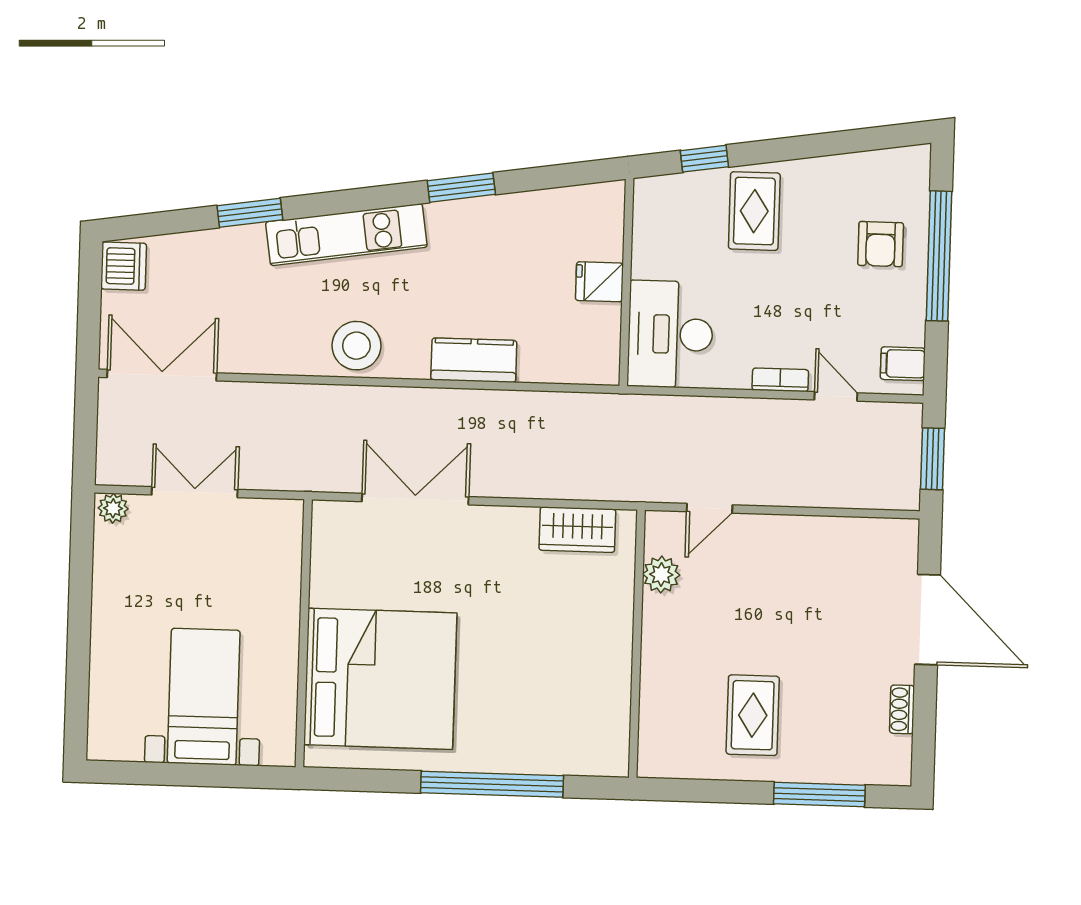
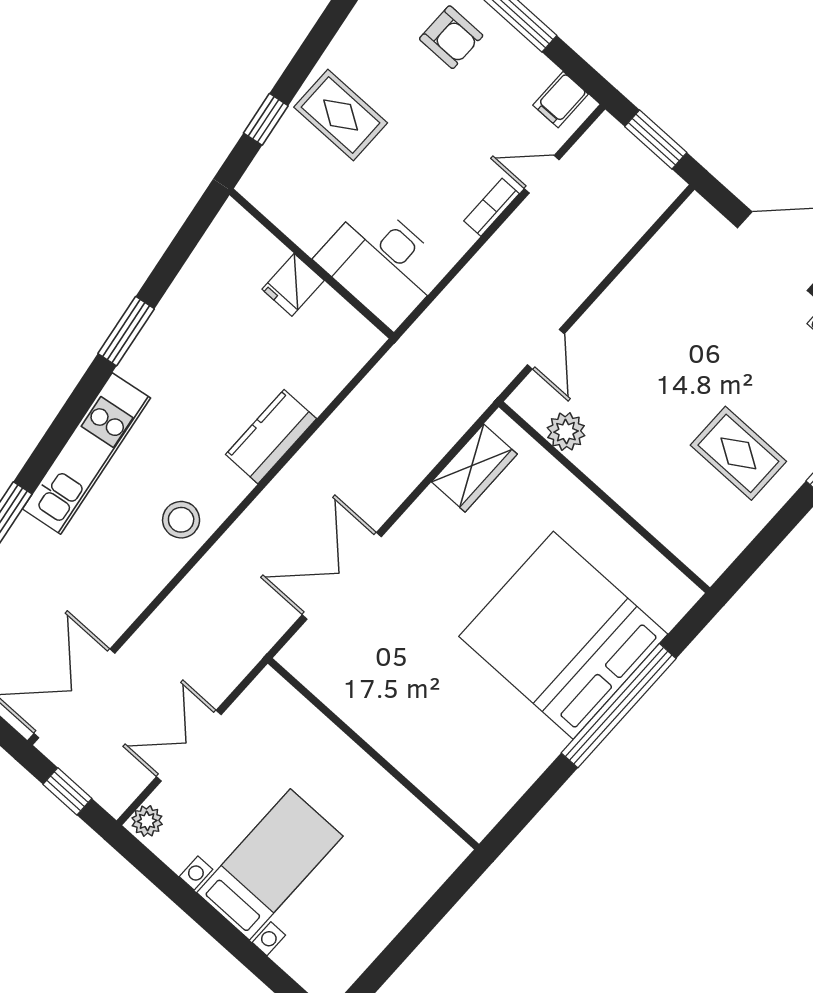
stool: (356, 346) -> (181, 520), width x0.73, depth x0.73
window: (85, 431) -> (67, 791), added
bed: (380, 679) -> (563, 635), moved, turned -90
bed with nightstands: (204, 697) -> (270, 864), moved, turned 90

